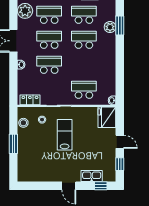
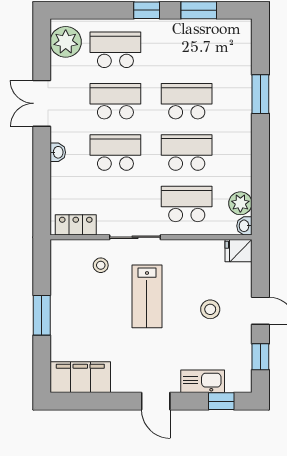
school desk: (84, 15) -> (187, 153), moved
window: (120, 26) -> (260, 94), moved
plant: (110, 27) -> (240, 203), moved
fridge: (107, 117) -> (239, 251), width x0.53, depth x0.75
stool: (23, 123) -> (210, 309), moved
lab bench: (65, 135) -> (147, 296), turned 180
filing cabinet: (32, 174) -> (80, 377), added

